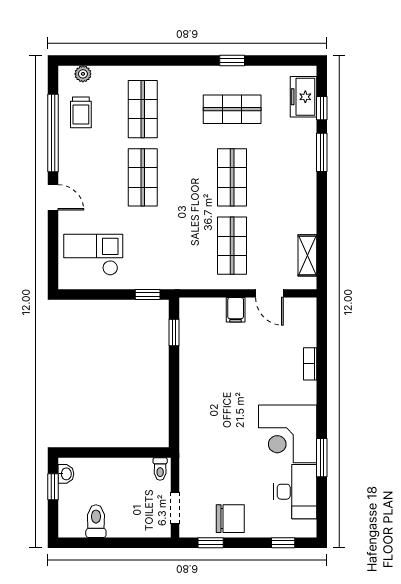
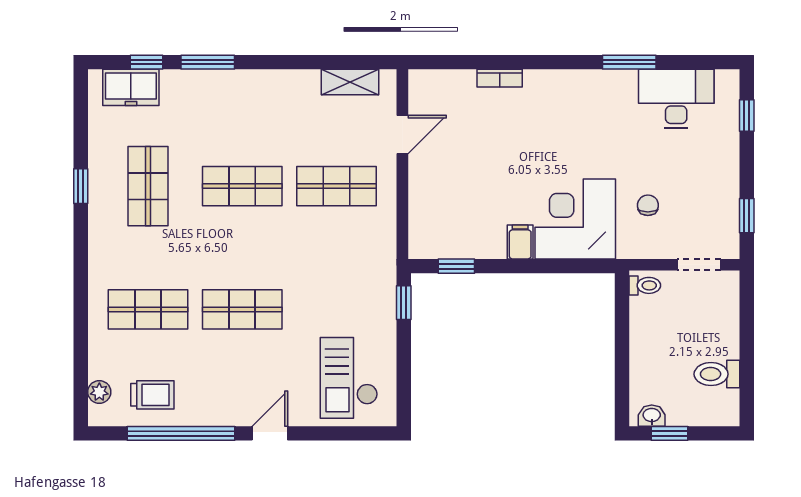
filing cabinet: (236, 310) -> (520, 242), moved, turned -90
corner desk: (288, 434) -> (575, 219), moved, turned 180
chair: (230, 519) -> (648, 205), moved, width x0.54, depth x0.54

